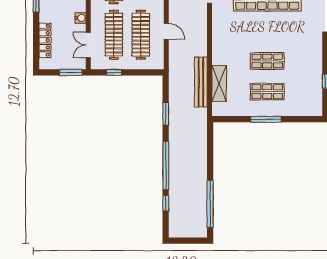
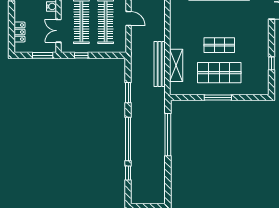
locker: (45, 40) -> (20, 32), width x0.66
shop shelf: (267, 92) -> (219, 73), width x1.43, depth x1.36
window: (210, 204) -> (168, 135), moved

